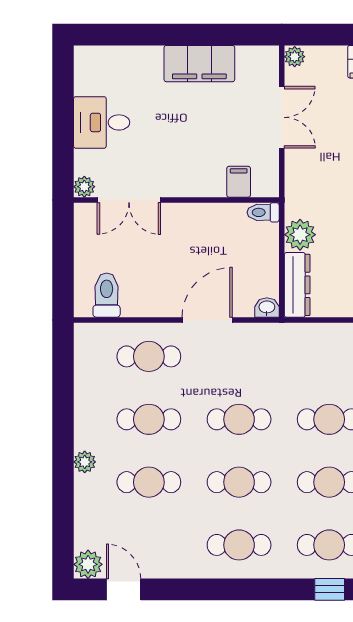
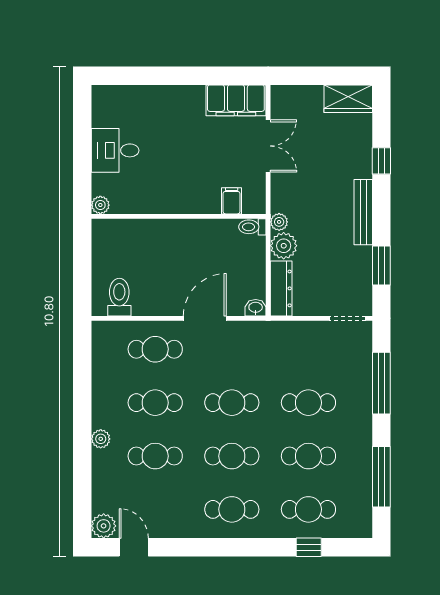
plant: (295, 57) -> (279, 222), moved
filing cabinet: (199, 64) -> (236, 100), moved
double door: (129, 200) -> (138, 216), removed

